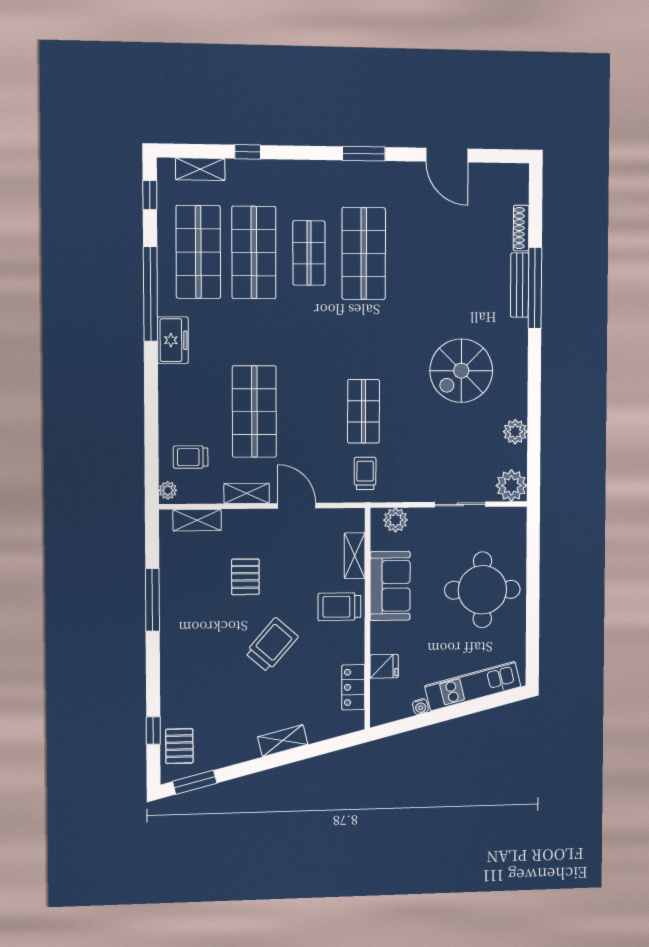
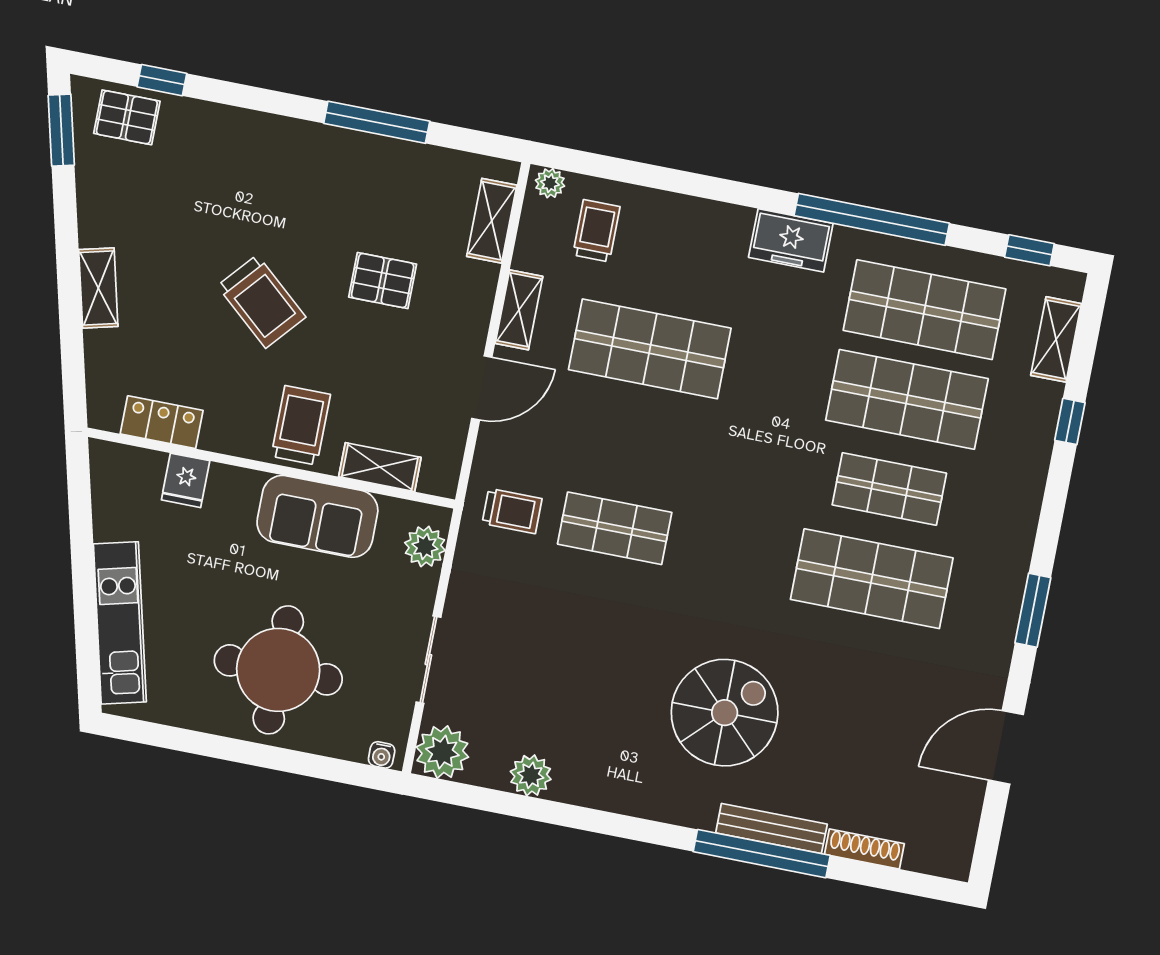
spiral stairs: (461, 371) -> (725, 713), moved, turned 90
water cooler: (420, 707) -> (382, 755), moved, turned -76

